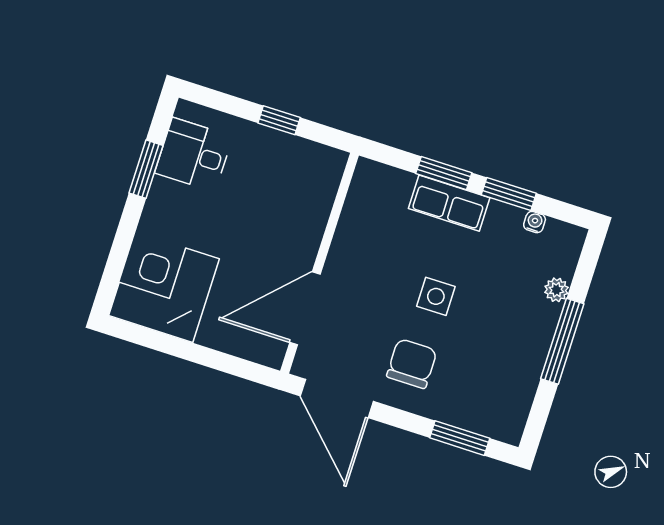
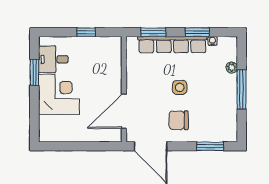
window: (444, 173) -> (153, 32), moved
row of seats: (449, 203) -> (172, 45), width x2.02
corner desk: (164, 287) -> (59, 94), moved, turned 90
chair: (412, 364) -> (179, 120), turned -90

